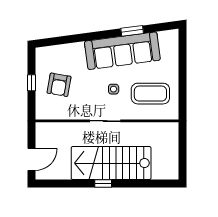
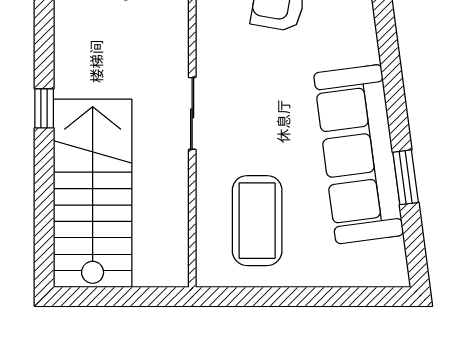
side table: (114, 89) -> (268, 133), removed
stairs: (111, 163) -> (93, 193), moved

